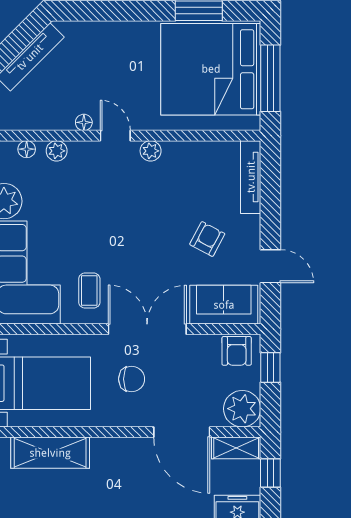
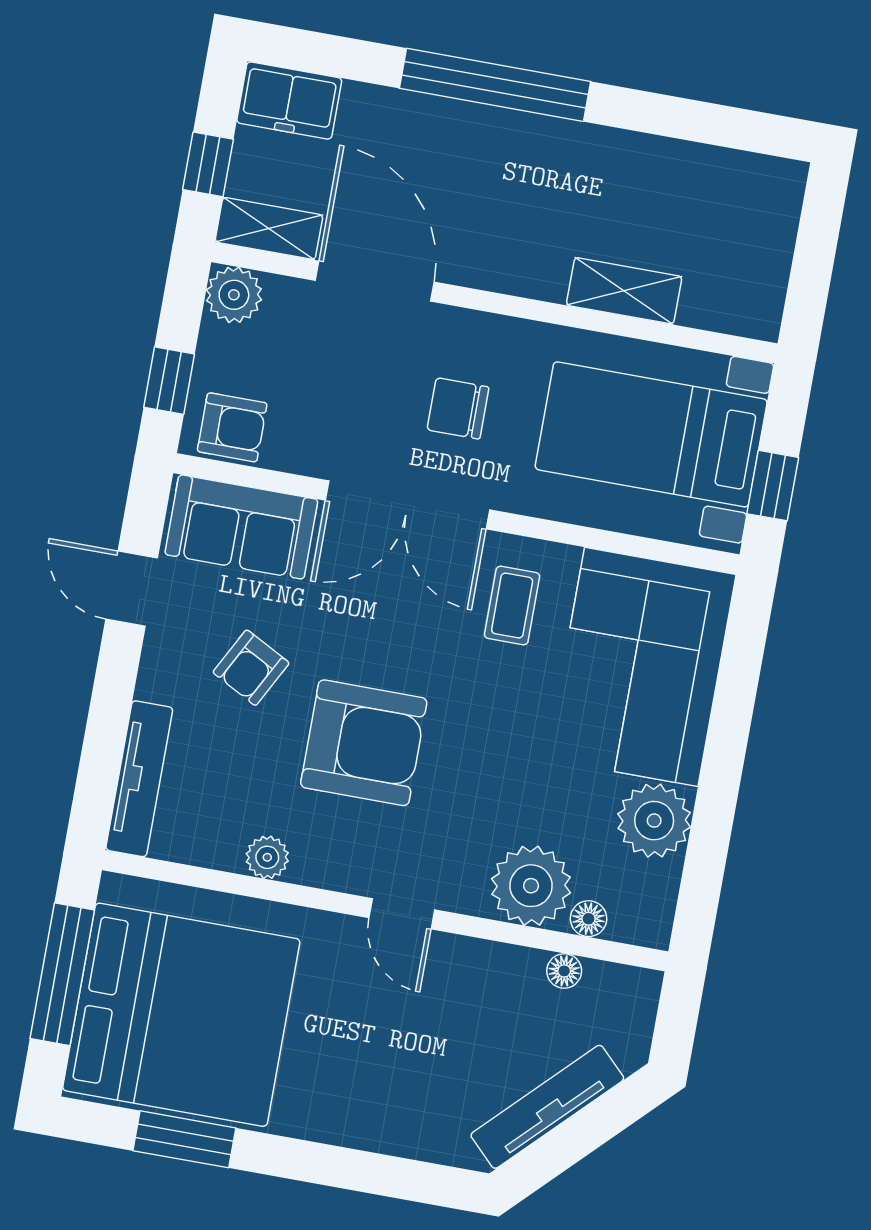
floor lamp: (84, 122) -> (564, 971), moved
plant: (57, 151) -> (531, 886), width x1.88, depth x1.88
plant: (151, 151) -> (267, 857), moved
armchair: (148, 213) -> (364, 743), added
armchair: (237, 351) -> (232, 427), turned 90
plant: (242, 409) -> (234, 295), width x0.73, depth x0.73
shelving: (50, 453) -> (624, 291), width x0.67, depth x0.75

